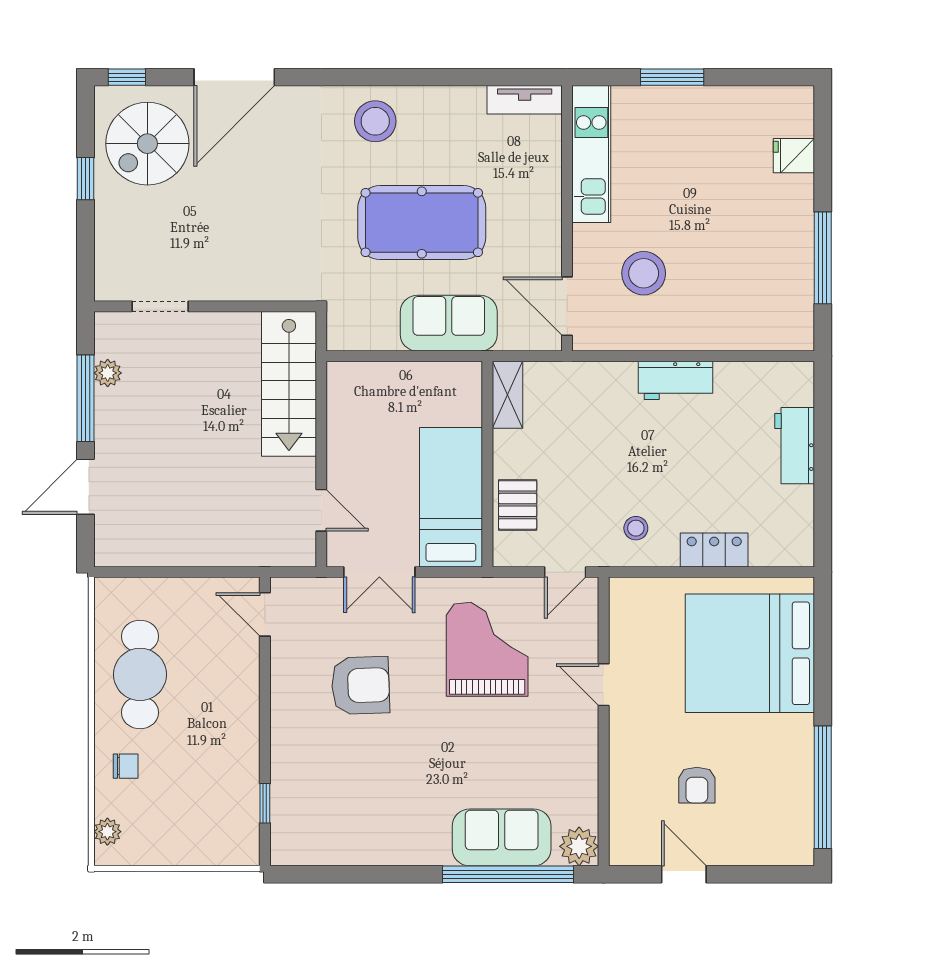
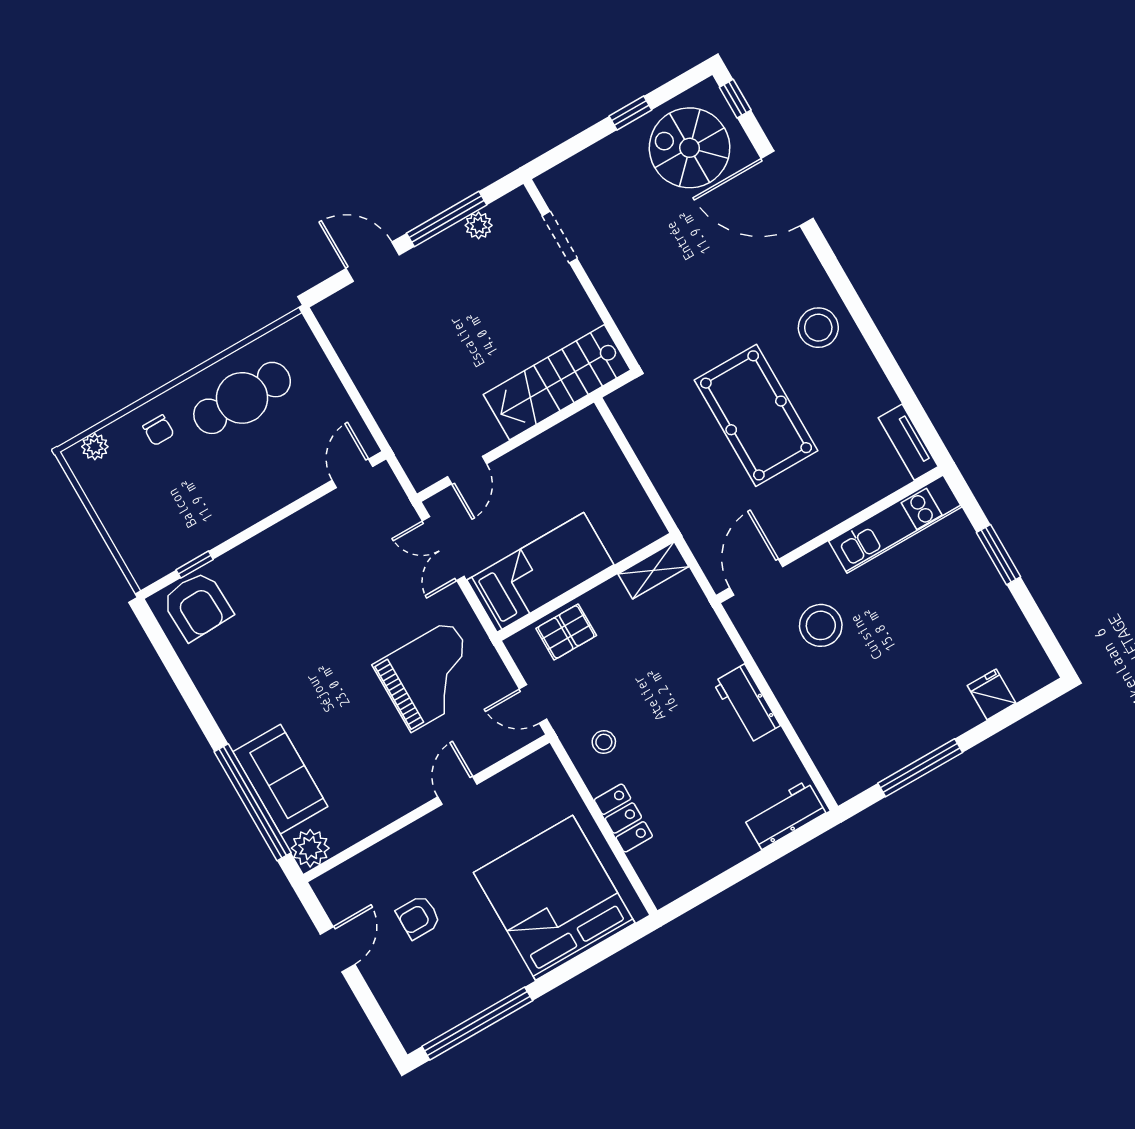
sofa: (449, 323) -> (685, 487), removed
workbench: (795, 446) -> (784, 815), moved
armchair: (361, 685) -> (197, 606), moved

